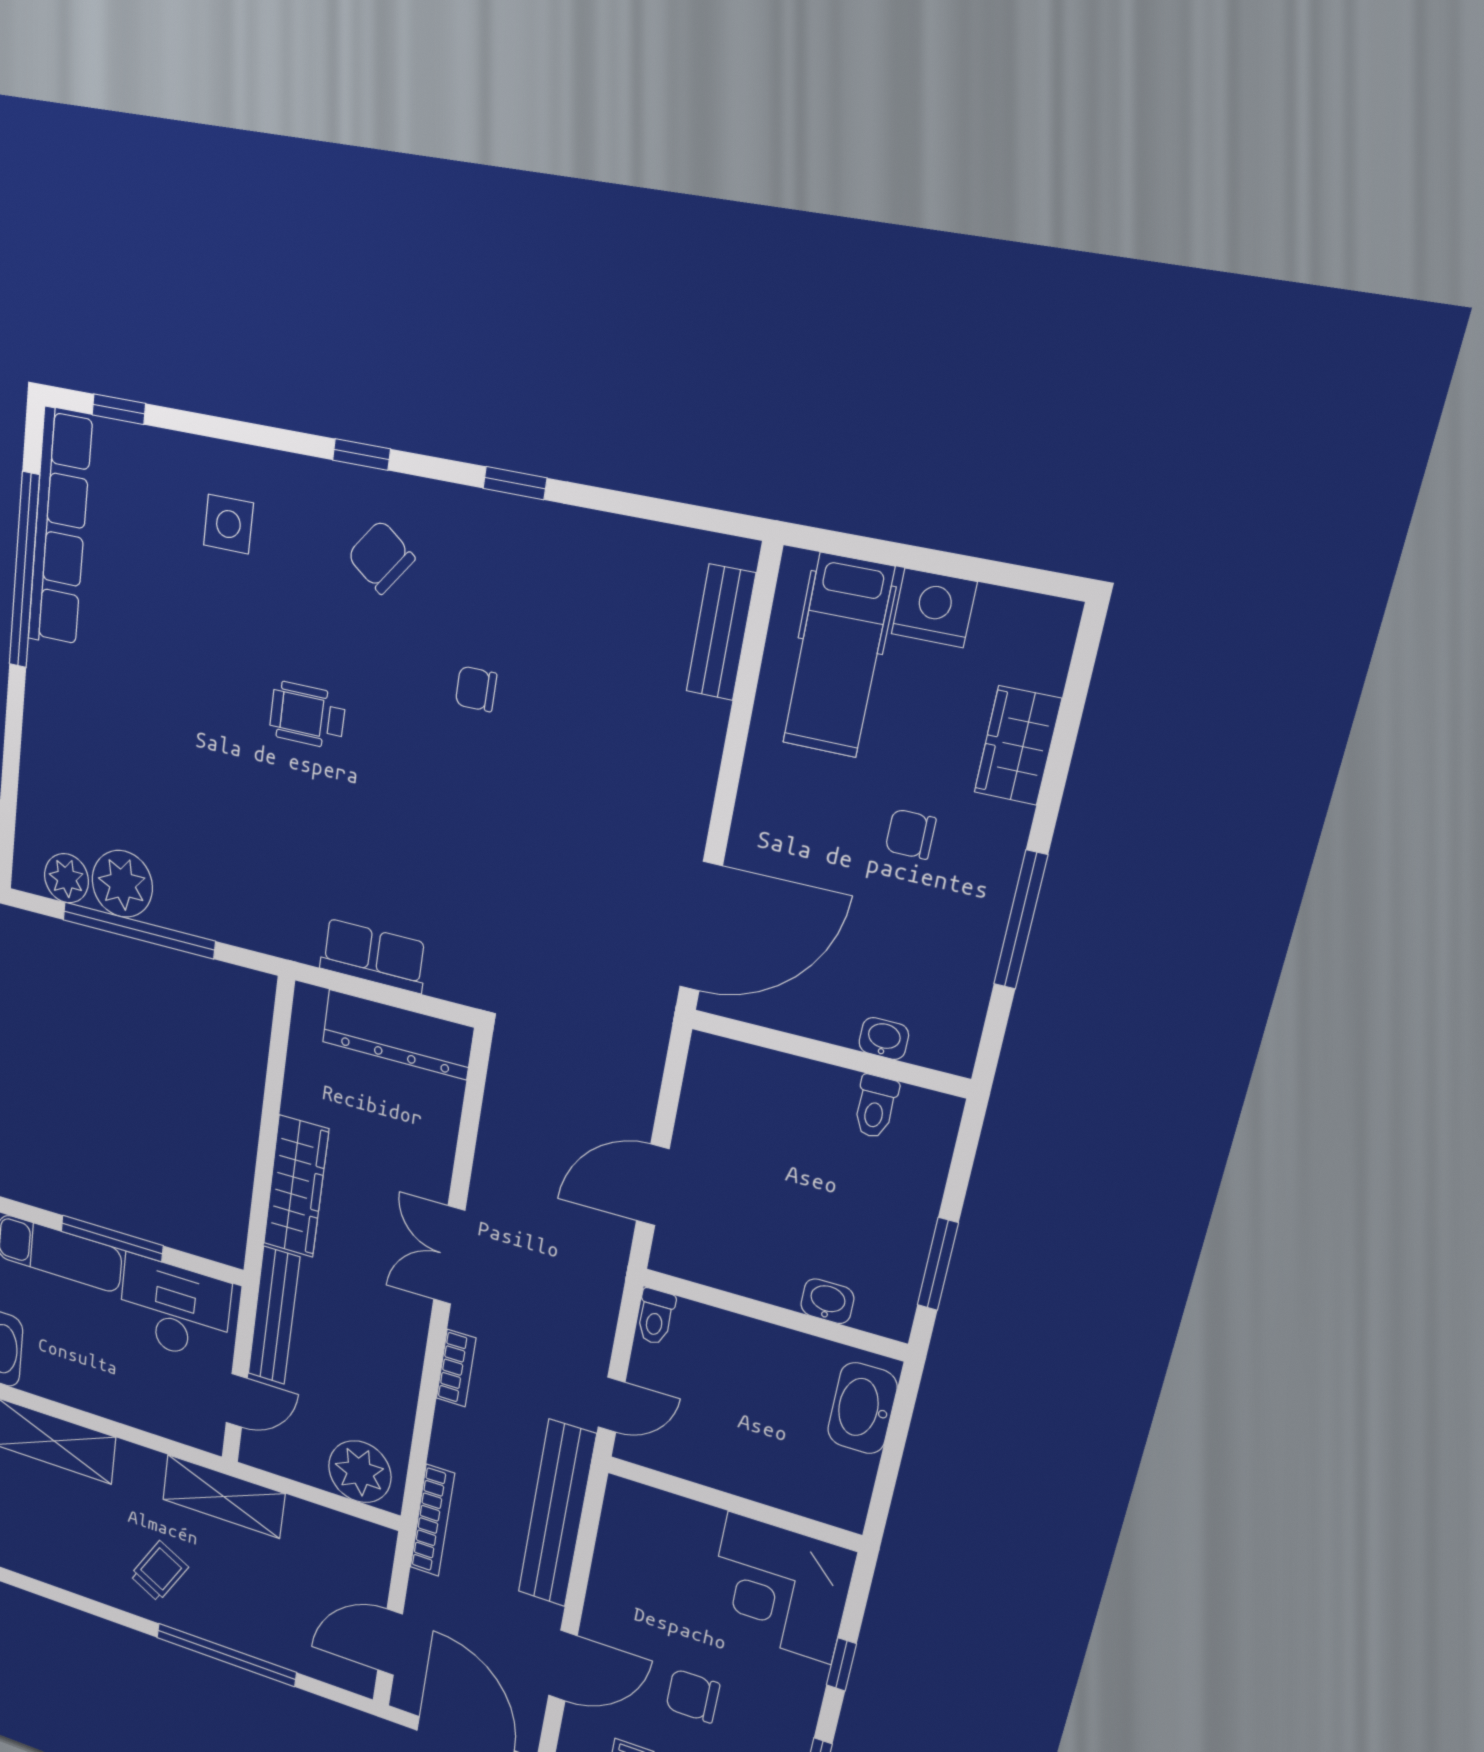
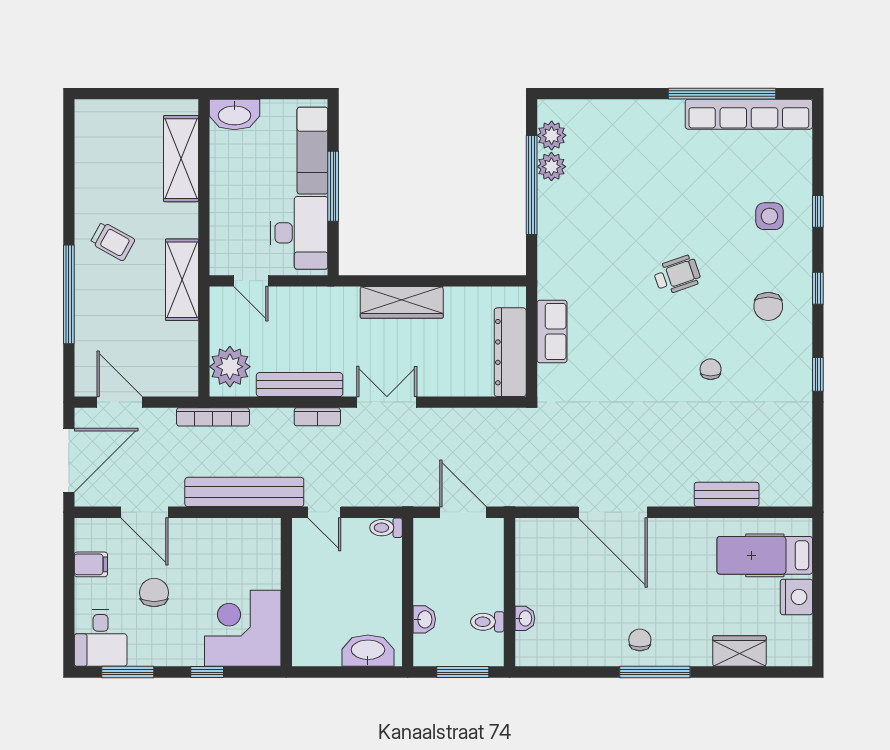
window: (119, 409) -> (818, 211), moved
chair: (381, 557) -> (768, 306), turned 143
bench: (721, 632) -> (727, 494), moved
wheelchair: (307, 715) -> (677, 275), turned 71
chair: (911, 834) -> (640, 640), moved
plant: (122, 884) -> (551, 167), width x0.73, depth x0.73
washbasin: (884, 1039) -> (525, 618), moved
wall: (829, 1054) -> (510, 592), moved
toilet: (875, 1107) -> (487, 622), moved
bench: (274, 1316) -> (300, 385), moved

